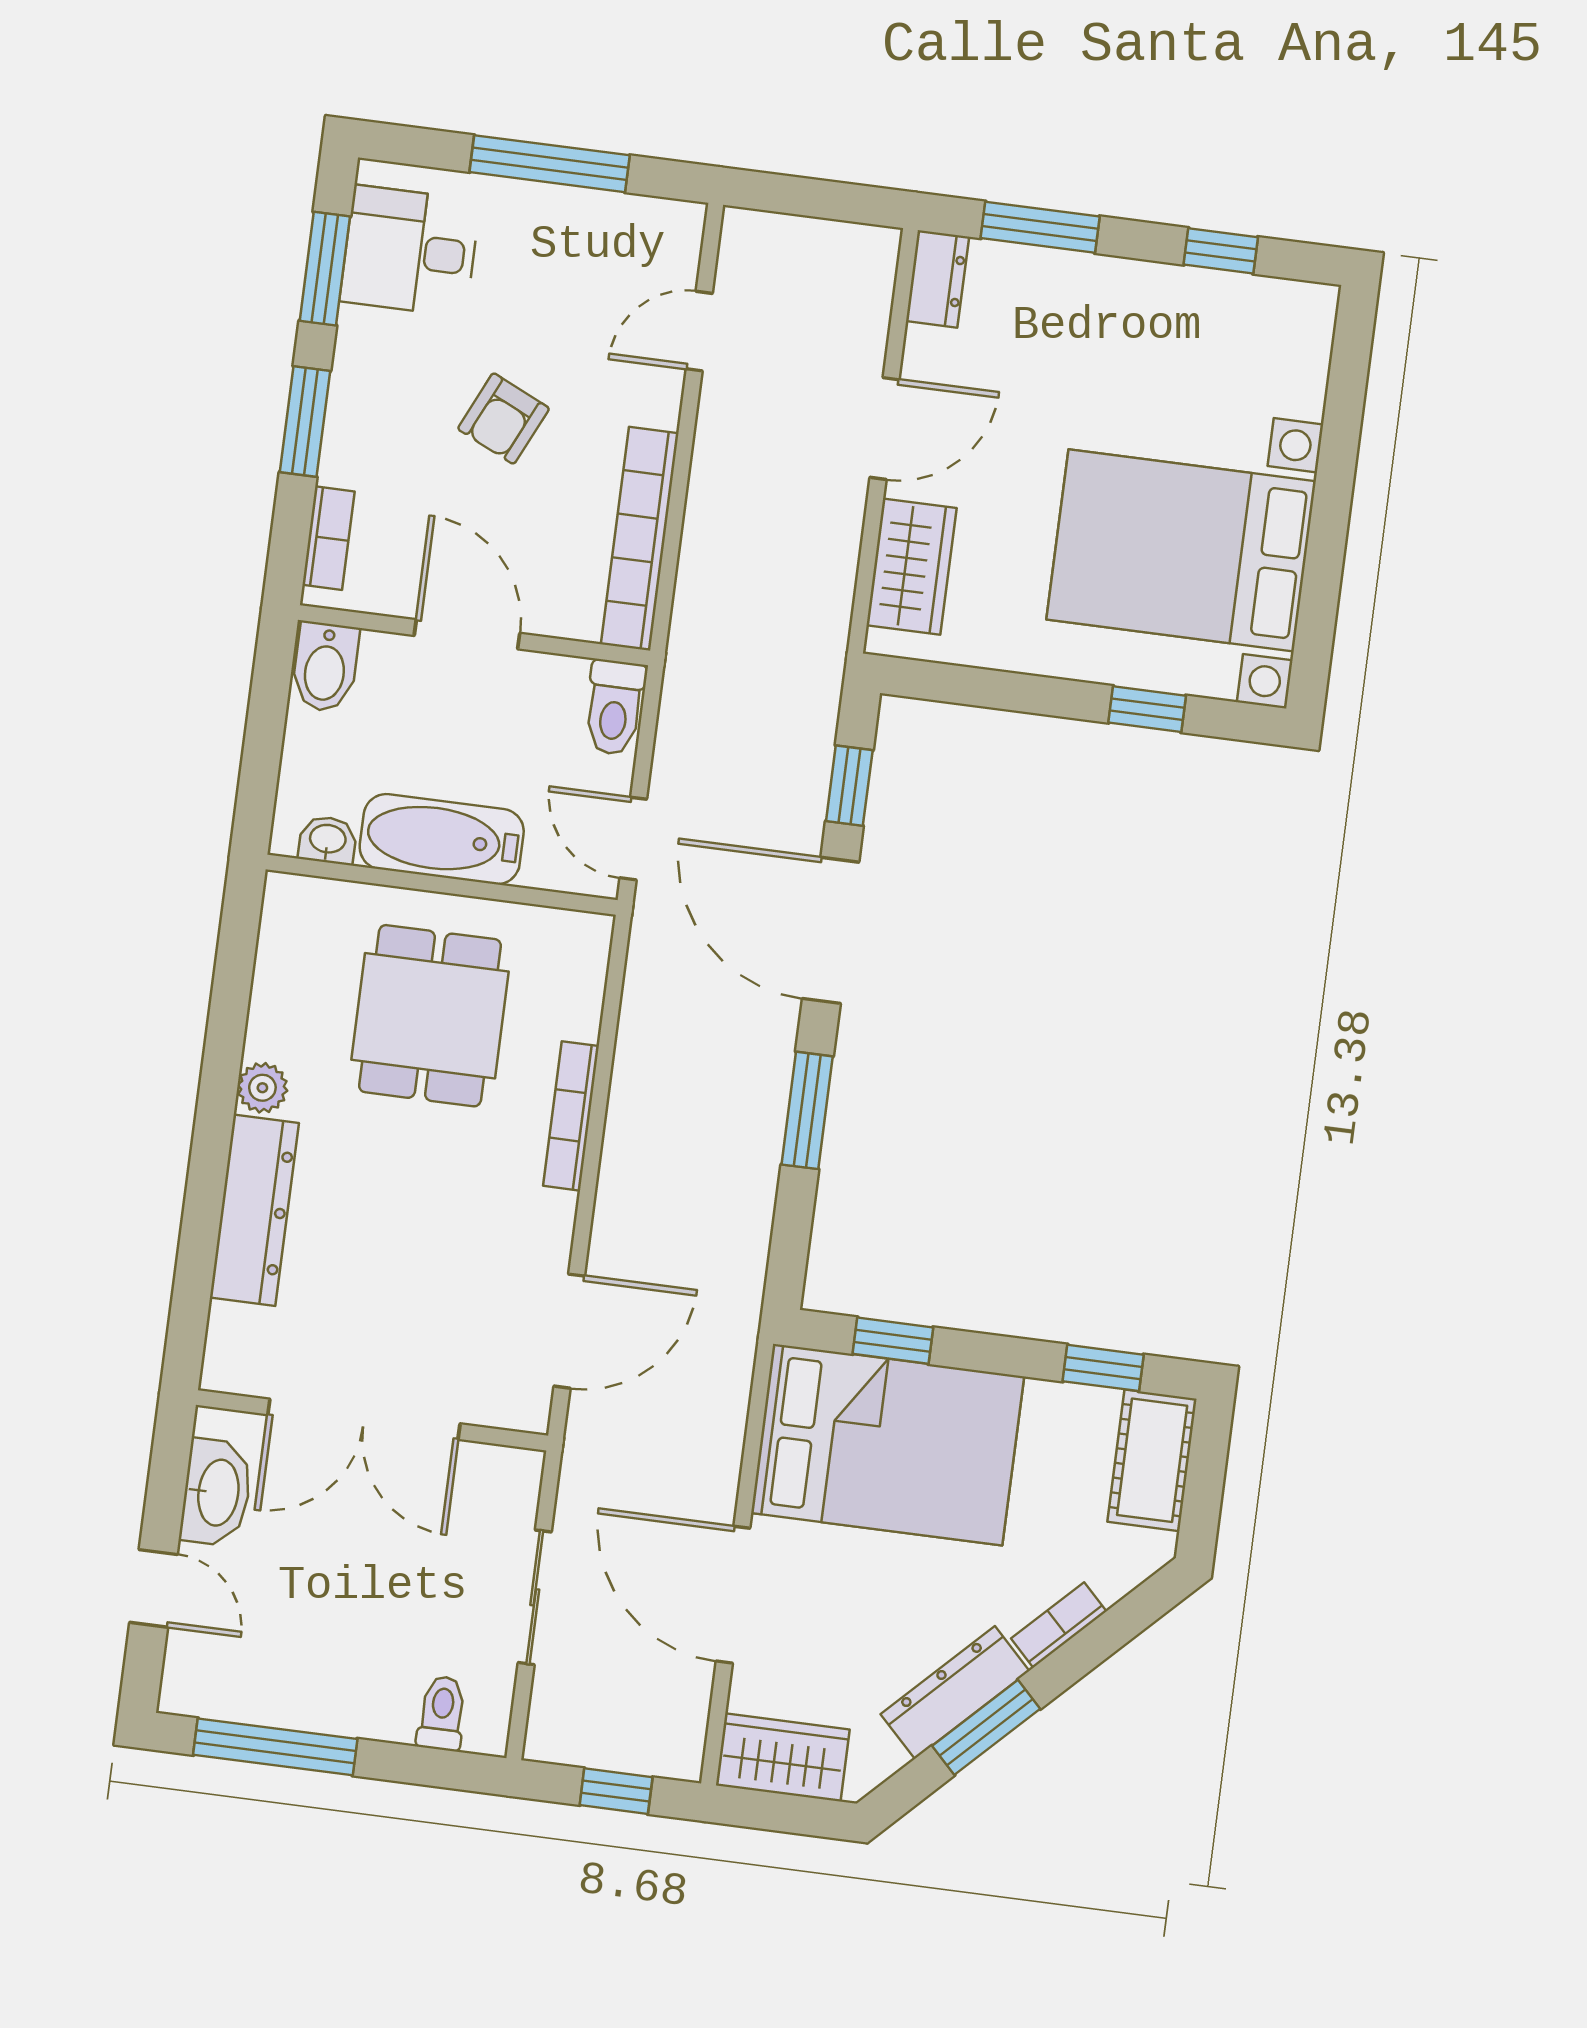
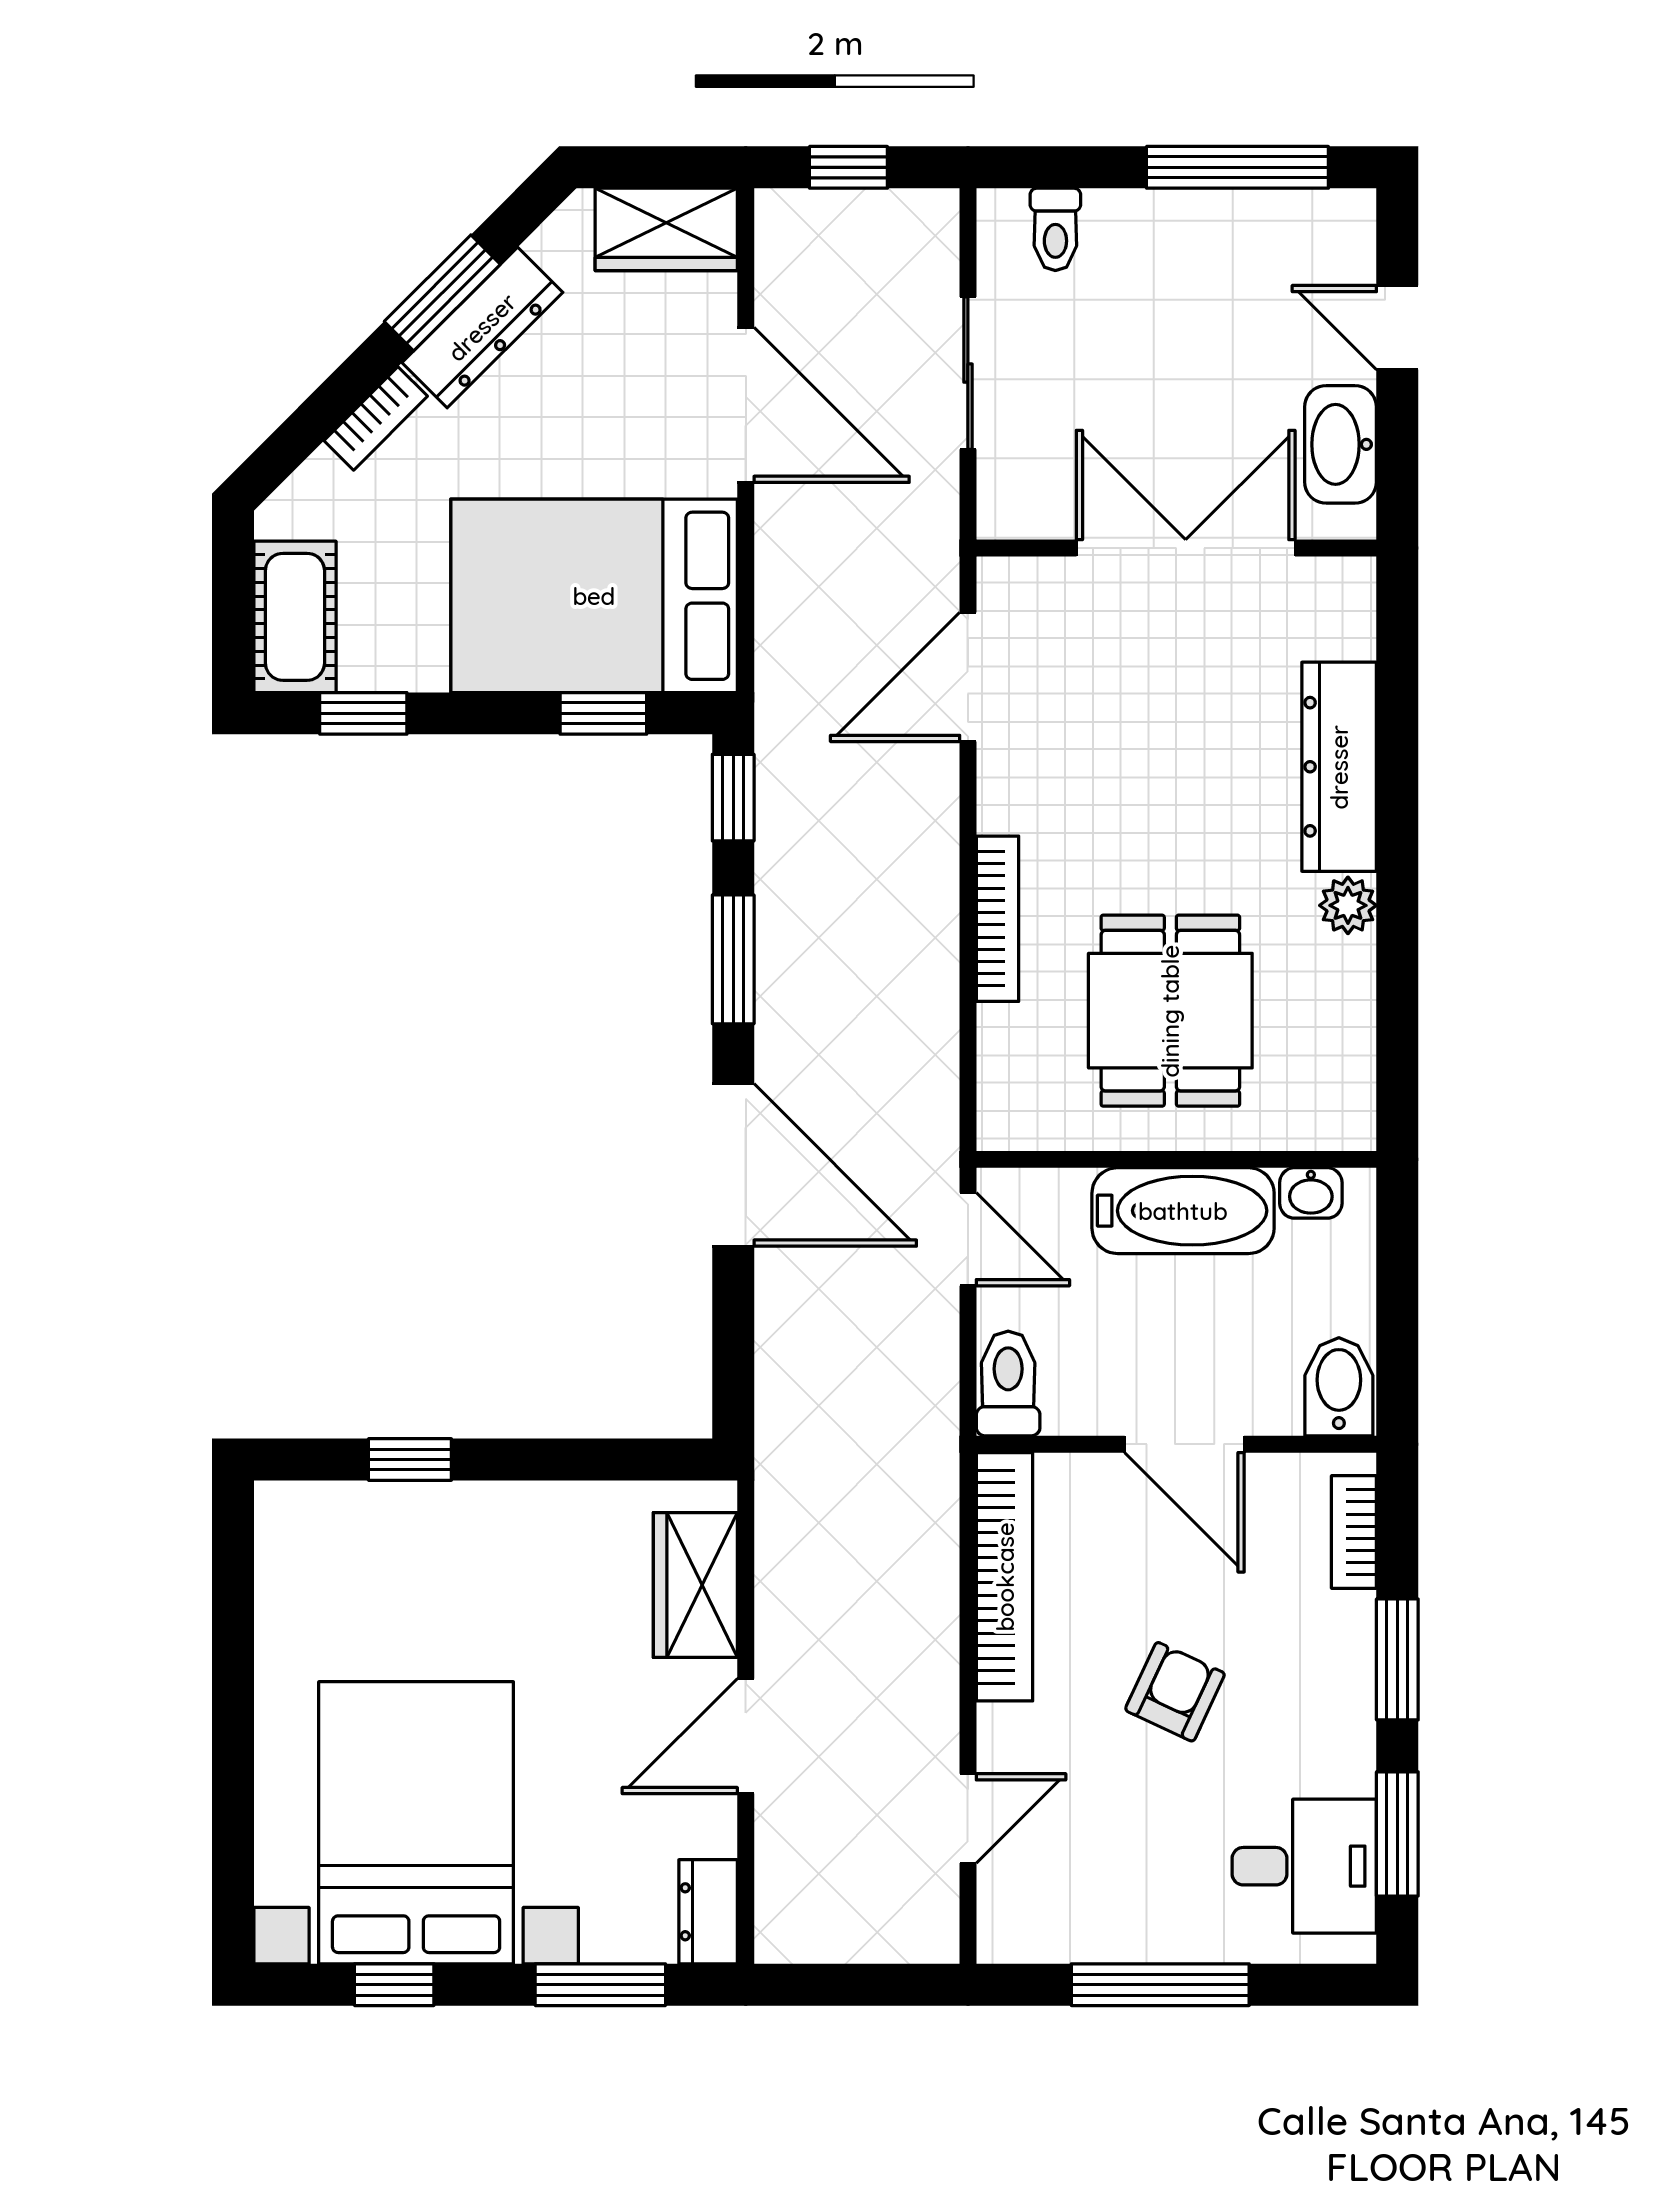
bed with nightstands: (1181, 550) -> (416, 1823), moved, turned -90
window: (849, 786) -> (733, 798), moved

